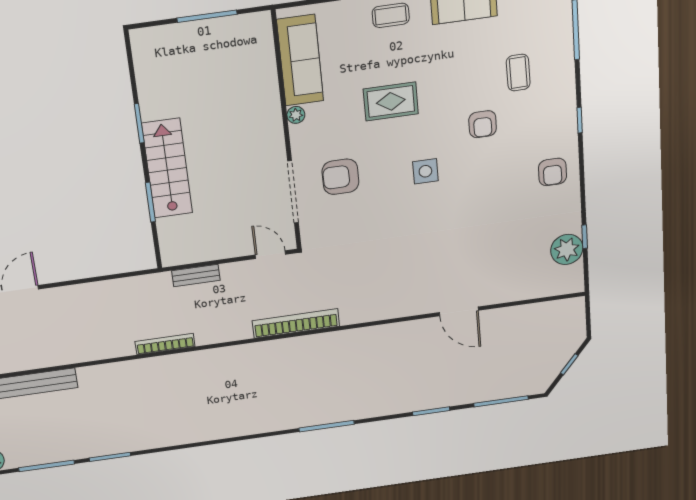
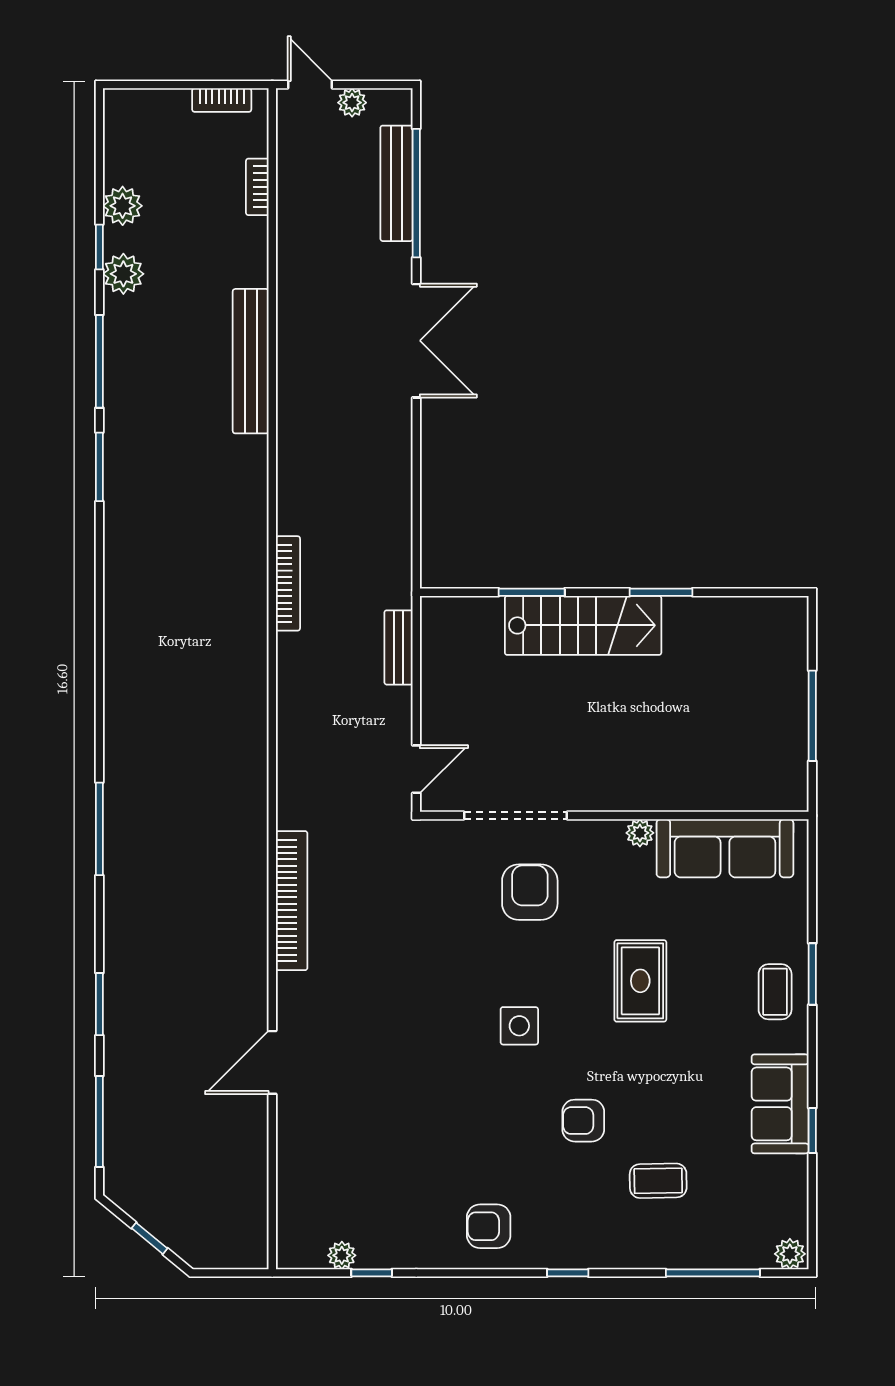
plant: (567, 249) -> (342, 1255), width x0.53, depth x0.53
bookcase: (296, 323) -> (292, 901), moved

